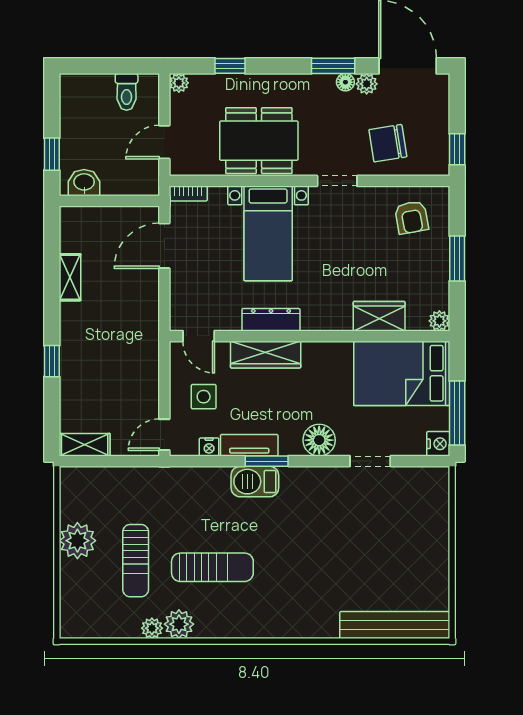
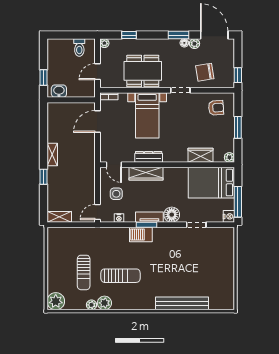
armchair: (412, 217) -> (216, 108), turned -84
shelving: (70, 277) -> (52, 155), moved
tv unit: (249, 445) -> (149, 217), moved
plant: (77, 541) -> (56, 301), moved
bench: (395, 625) -> (182, 303), moved

